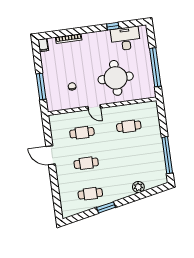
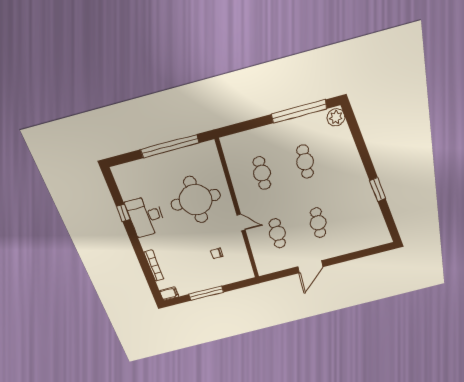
desk: (126, 39) -> (146, 216), moved
window: (41, 86) -> (206, 293), moved
door: (94, 107) -> (241, 222), hinge flipped
plant: (138, 187) -> (336, 117), moved
cafe table: (90, 194) -> (305, 162), moved

